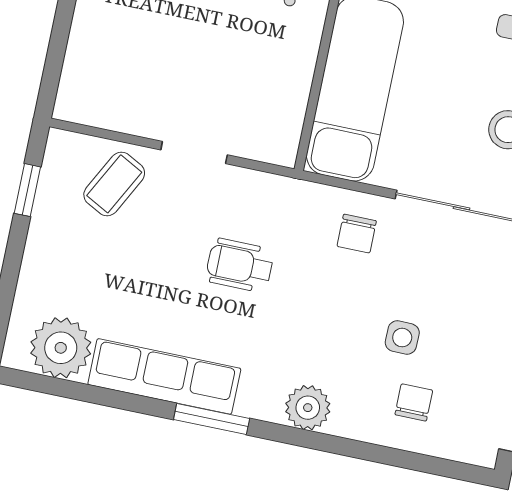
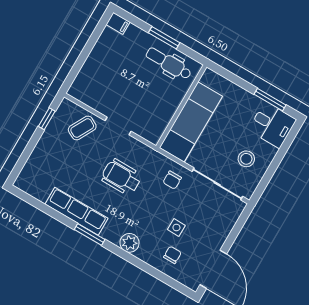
wheelchair: (240, 265) -> (121, 177), width x1.36, depth x1.37
plant: (61, 348) -> (39, 186), removed

